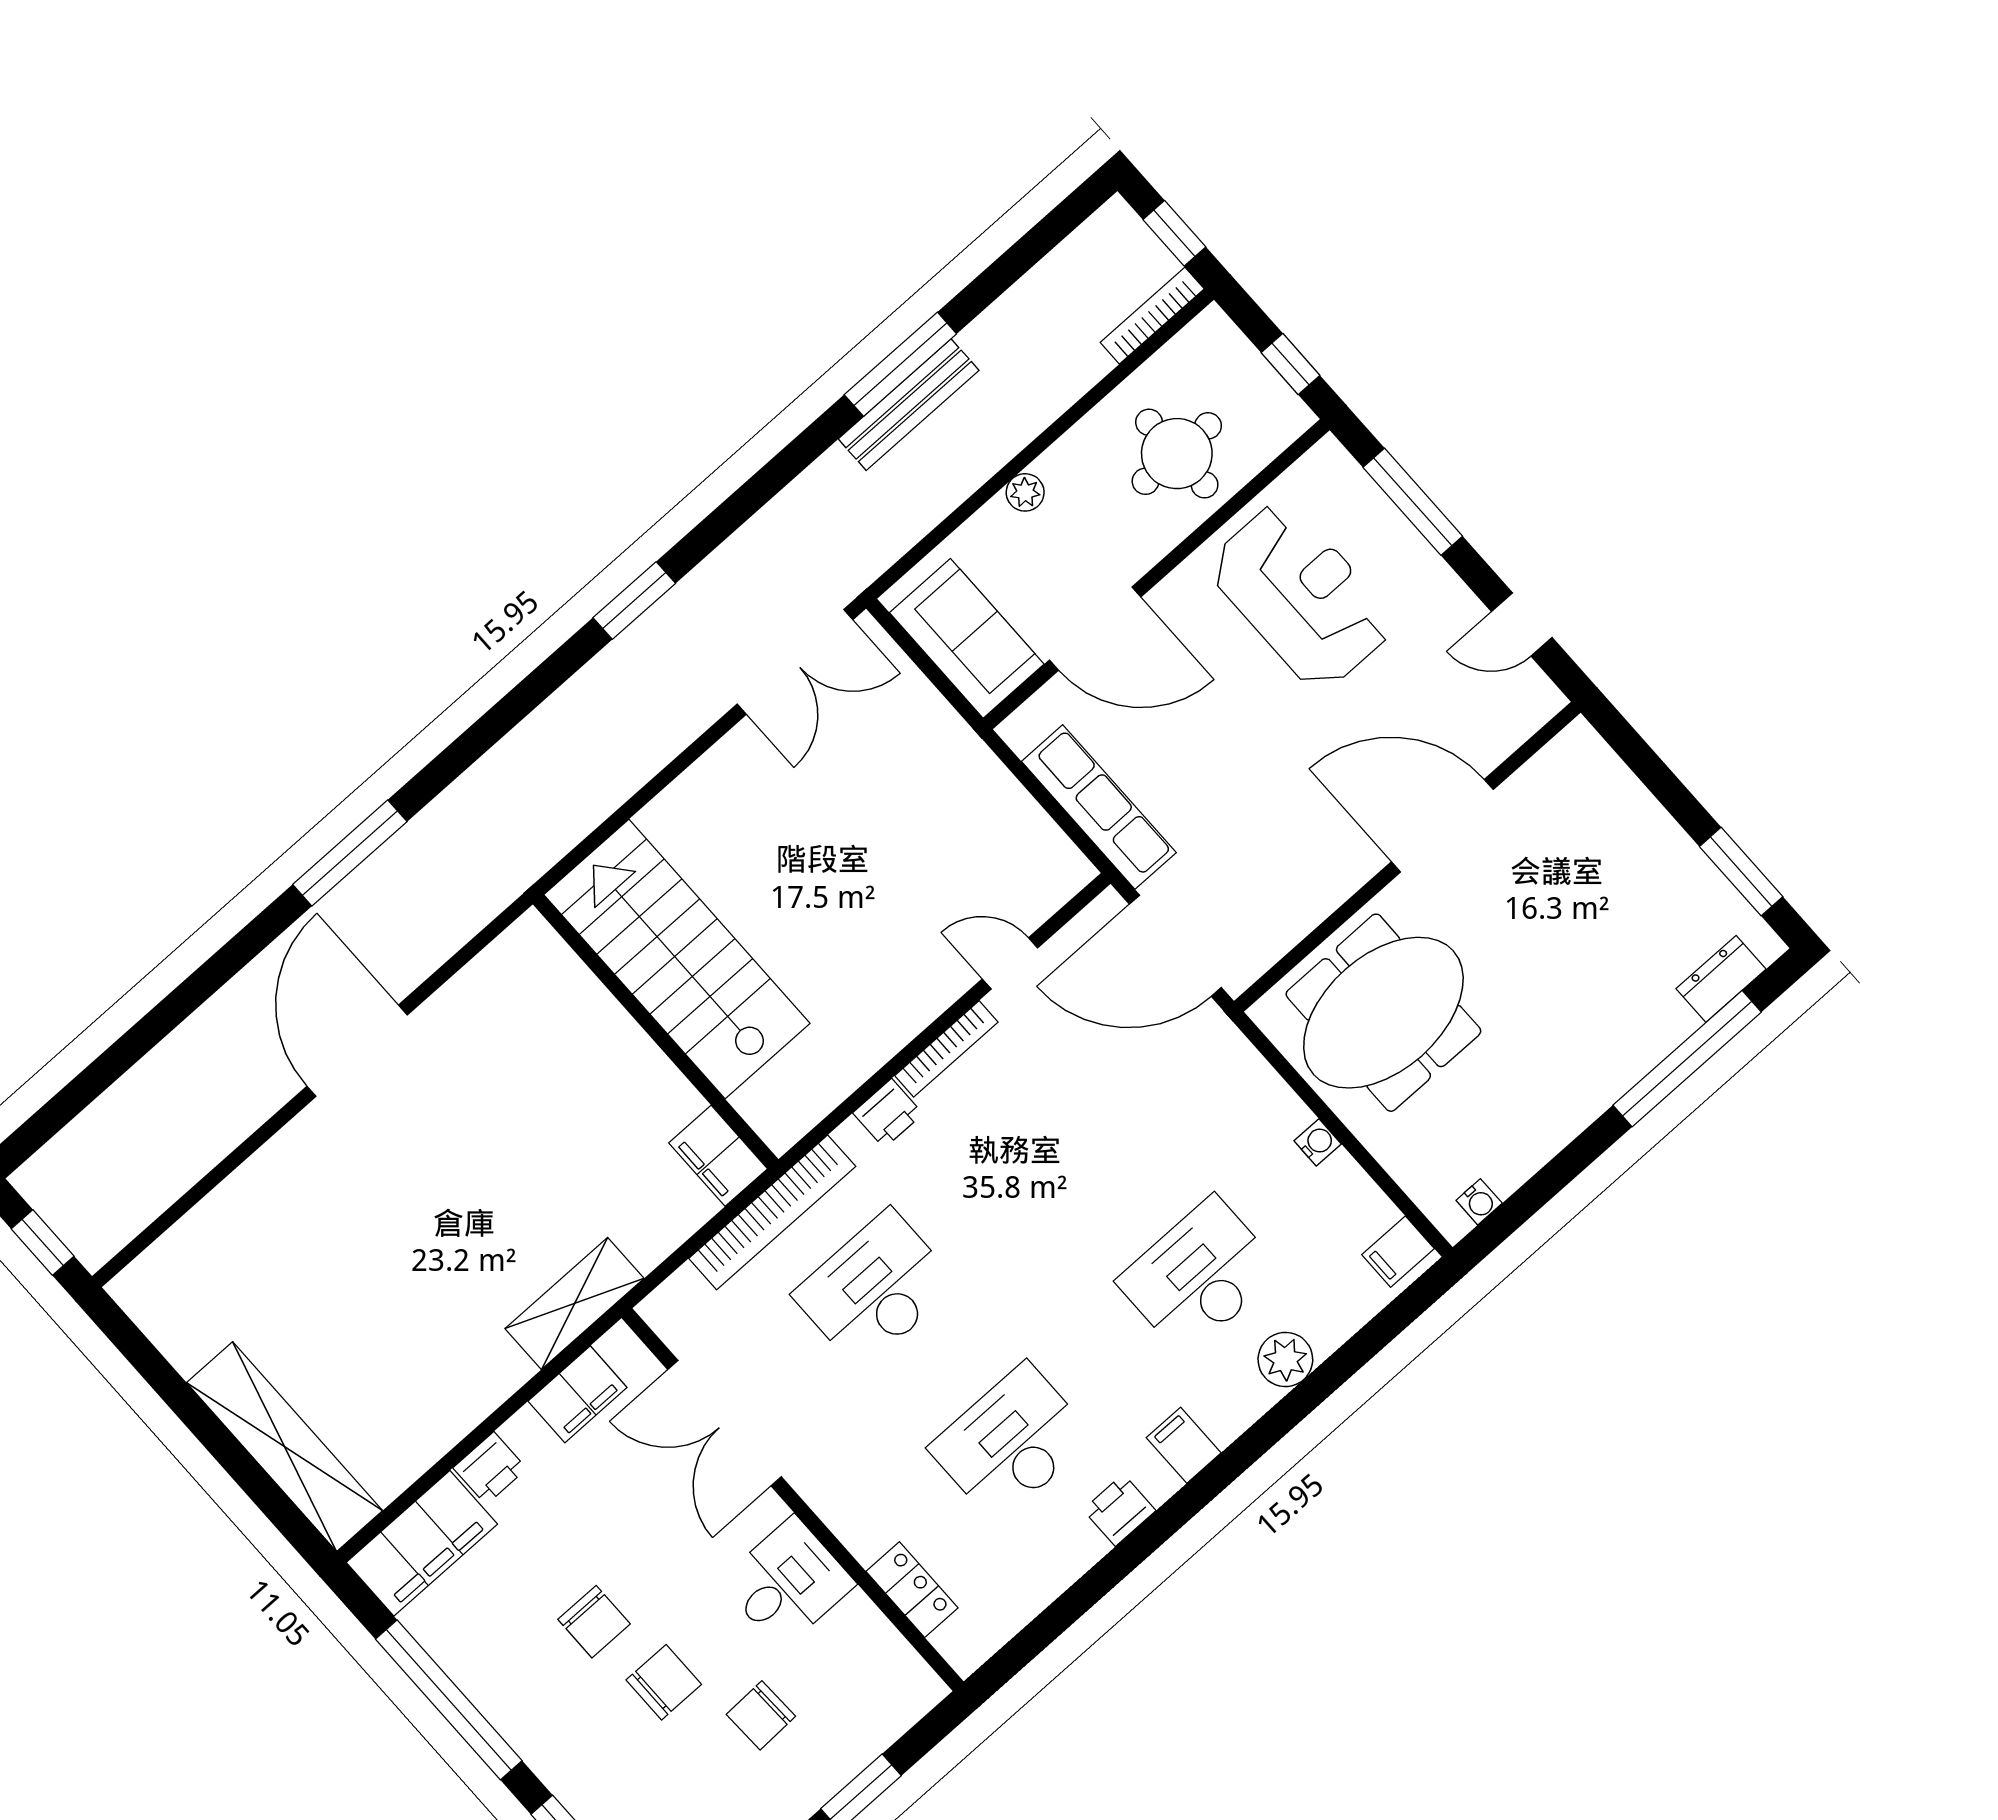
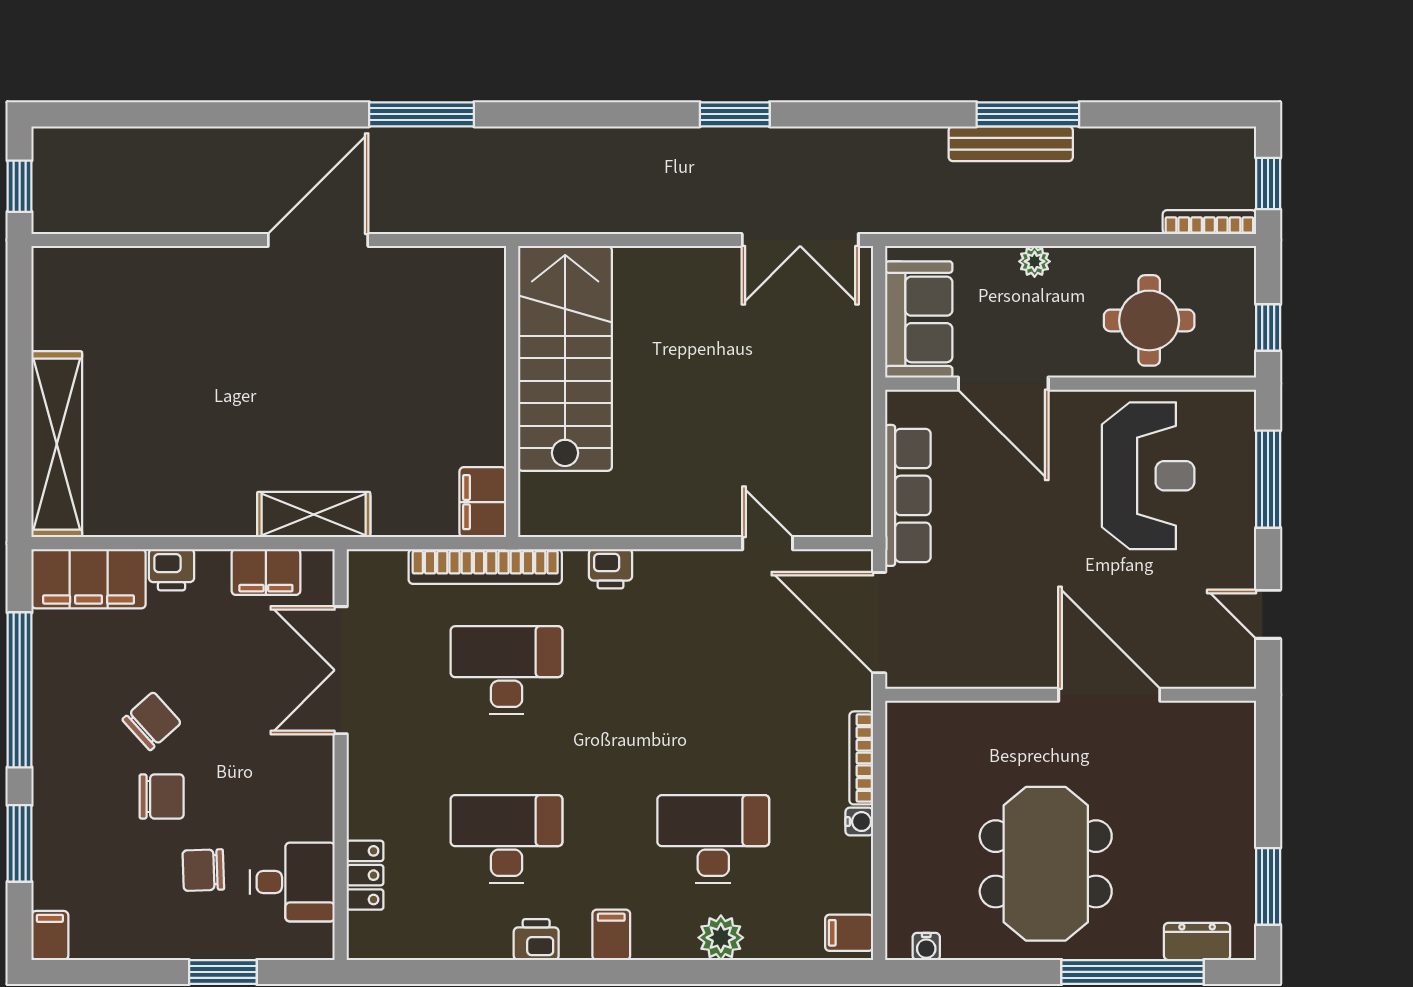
meeting table: (1383, 1013) -> (1046, 864), moved, turned 90
bookcase: (946, 1049) -> (861, 758), moved, turned 90
desk: (787, 1583) -> (292, 882), moved
chair: (594, 1622) -> (152, 721), turned -132

